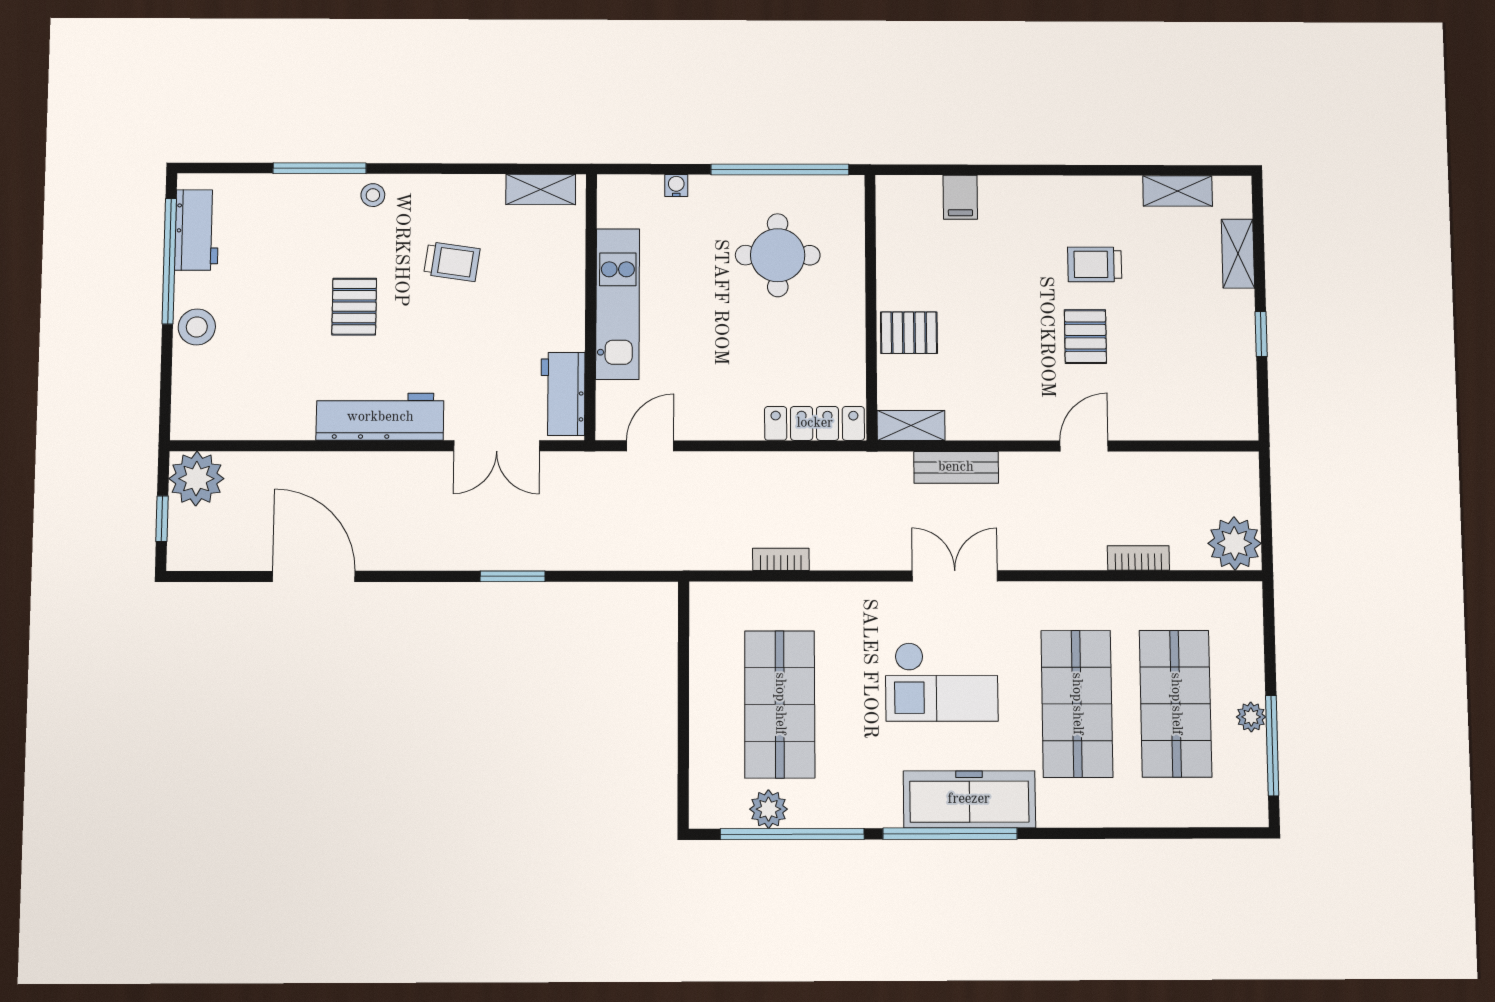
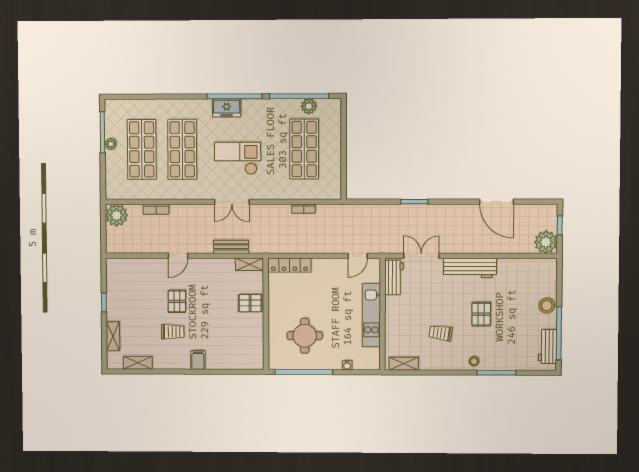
filing cabinet: (960, 197) -> (198, 360), moved
freezer: (969, 799) -> (227, 108), width x0.52, depth x0.79

